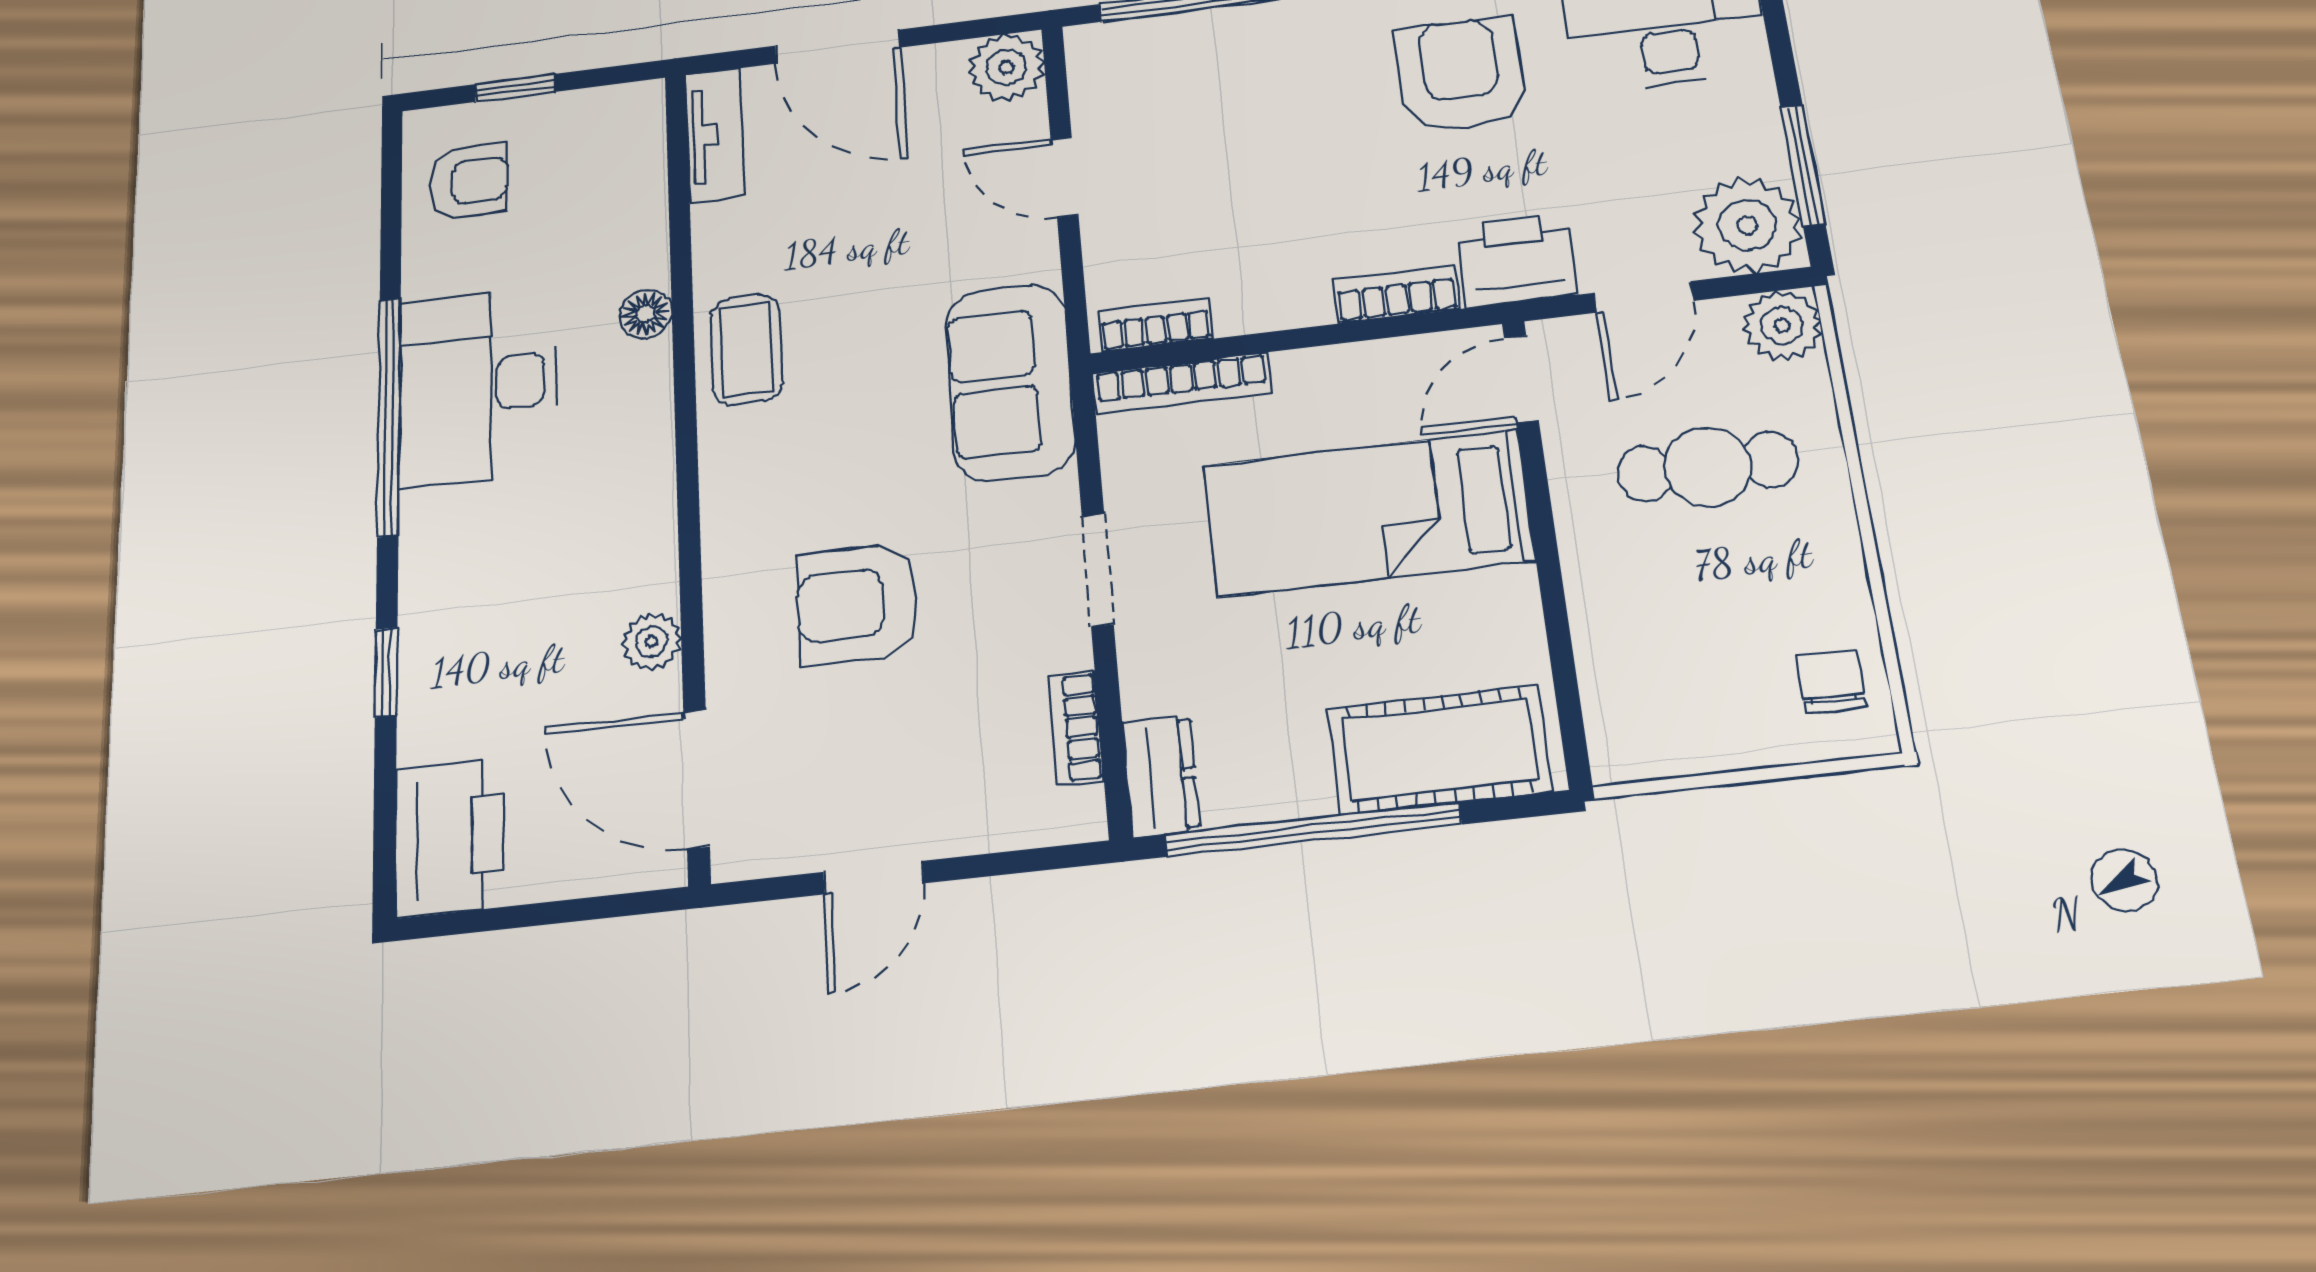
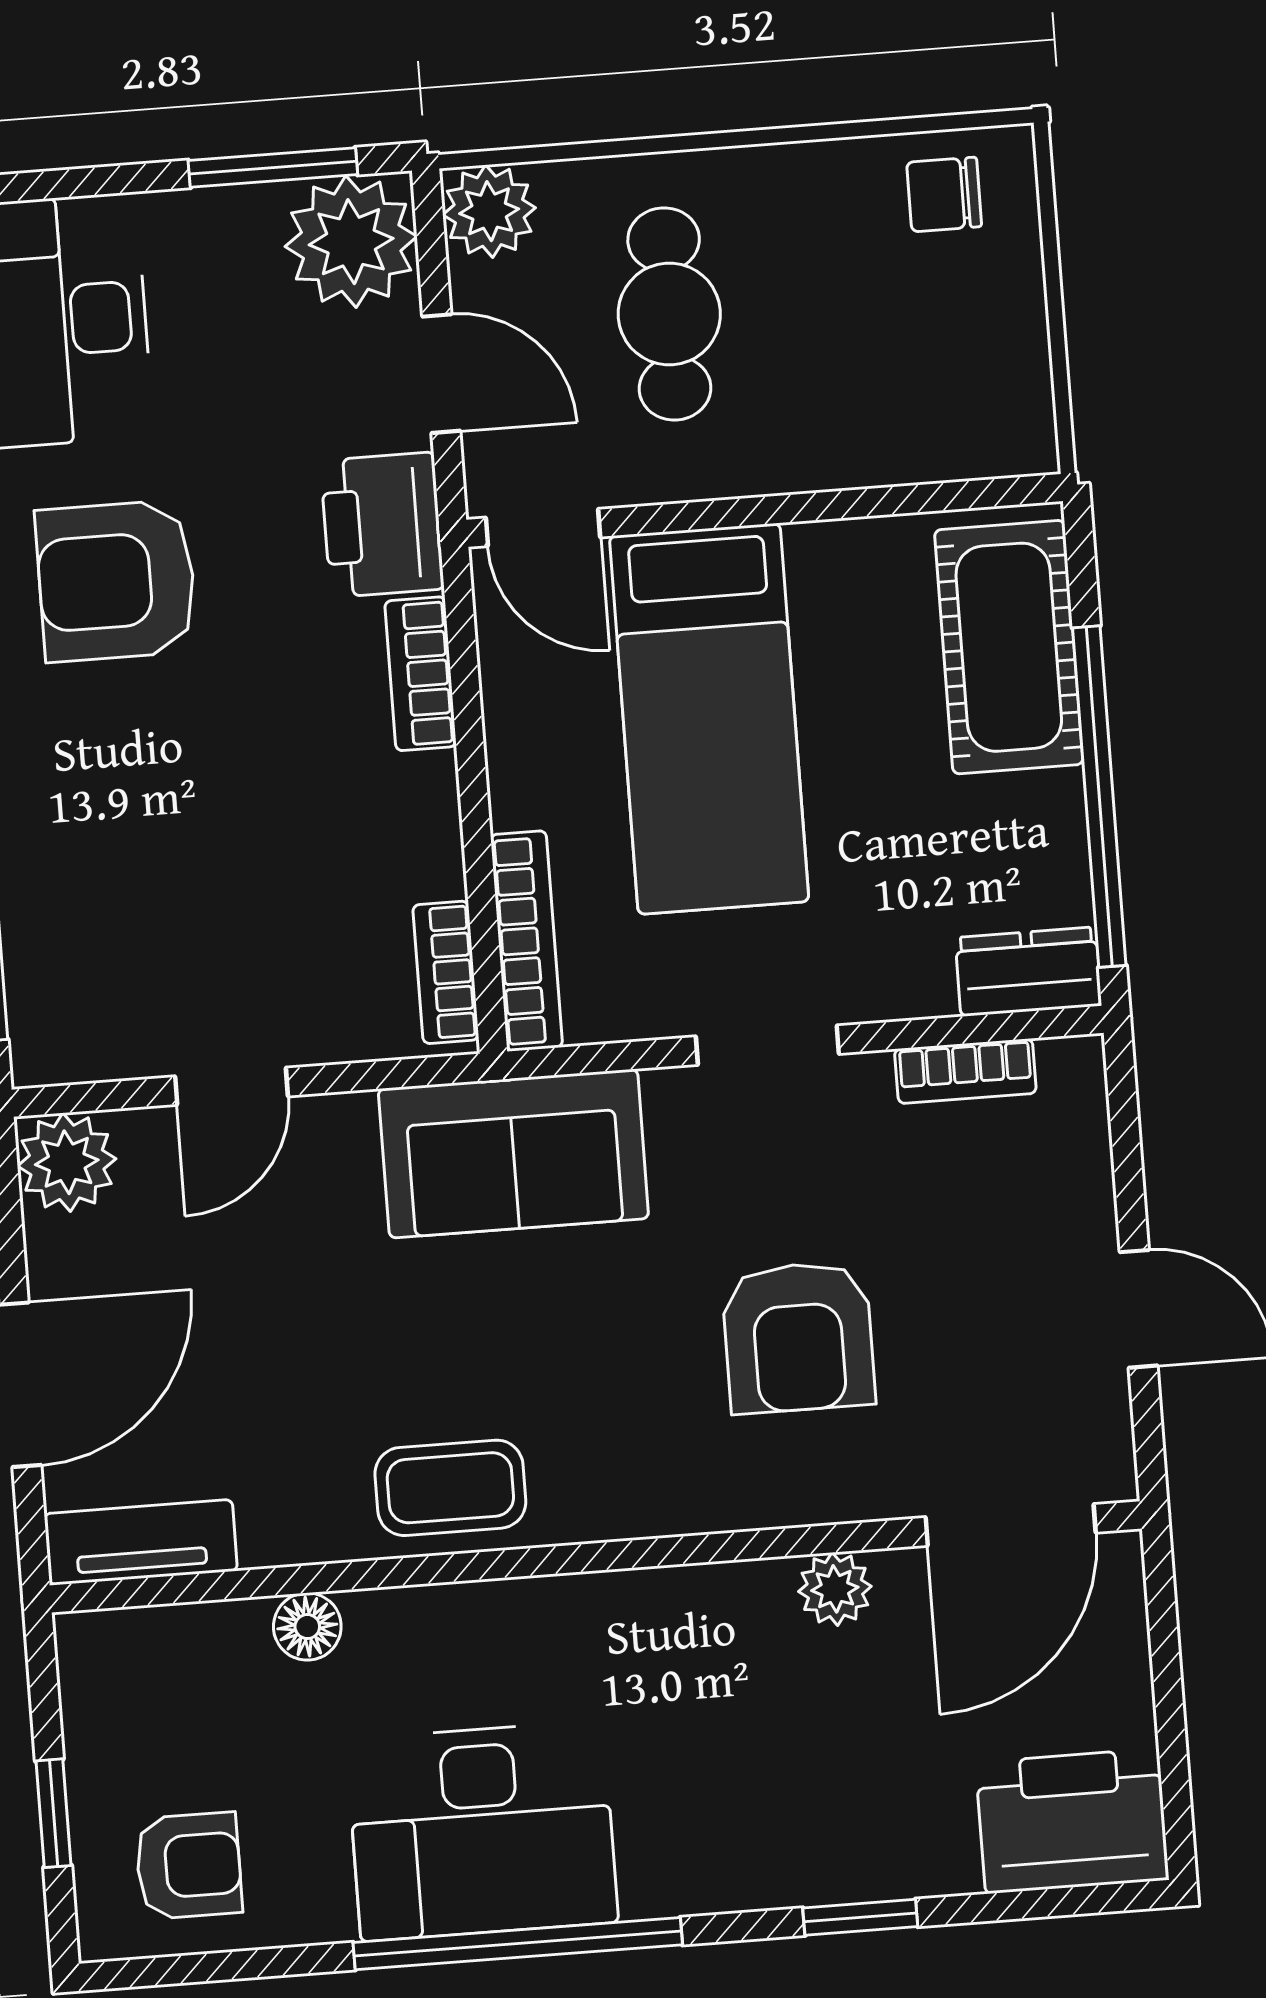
armchair: (469, 181) -> (189, 1866), turned 90
floor lamp: (646, 314) -> (307, 1627), moved

